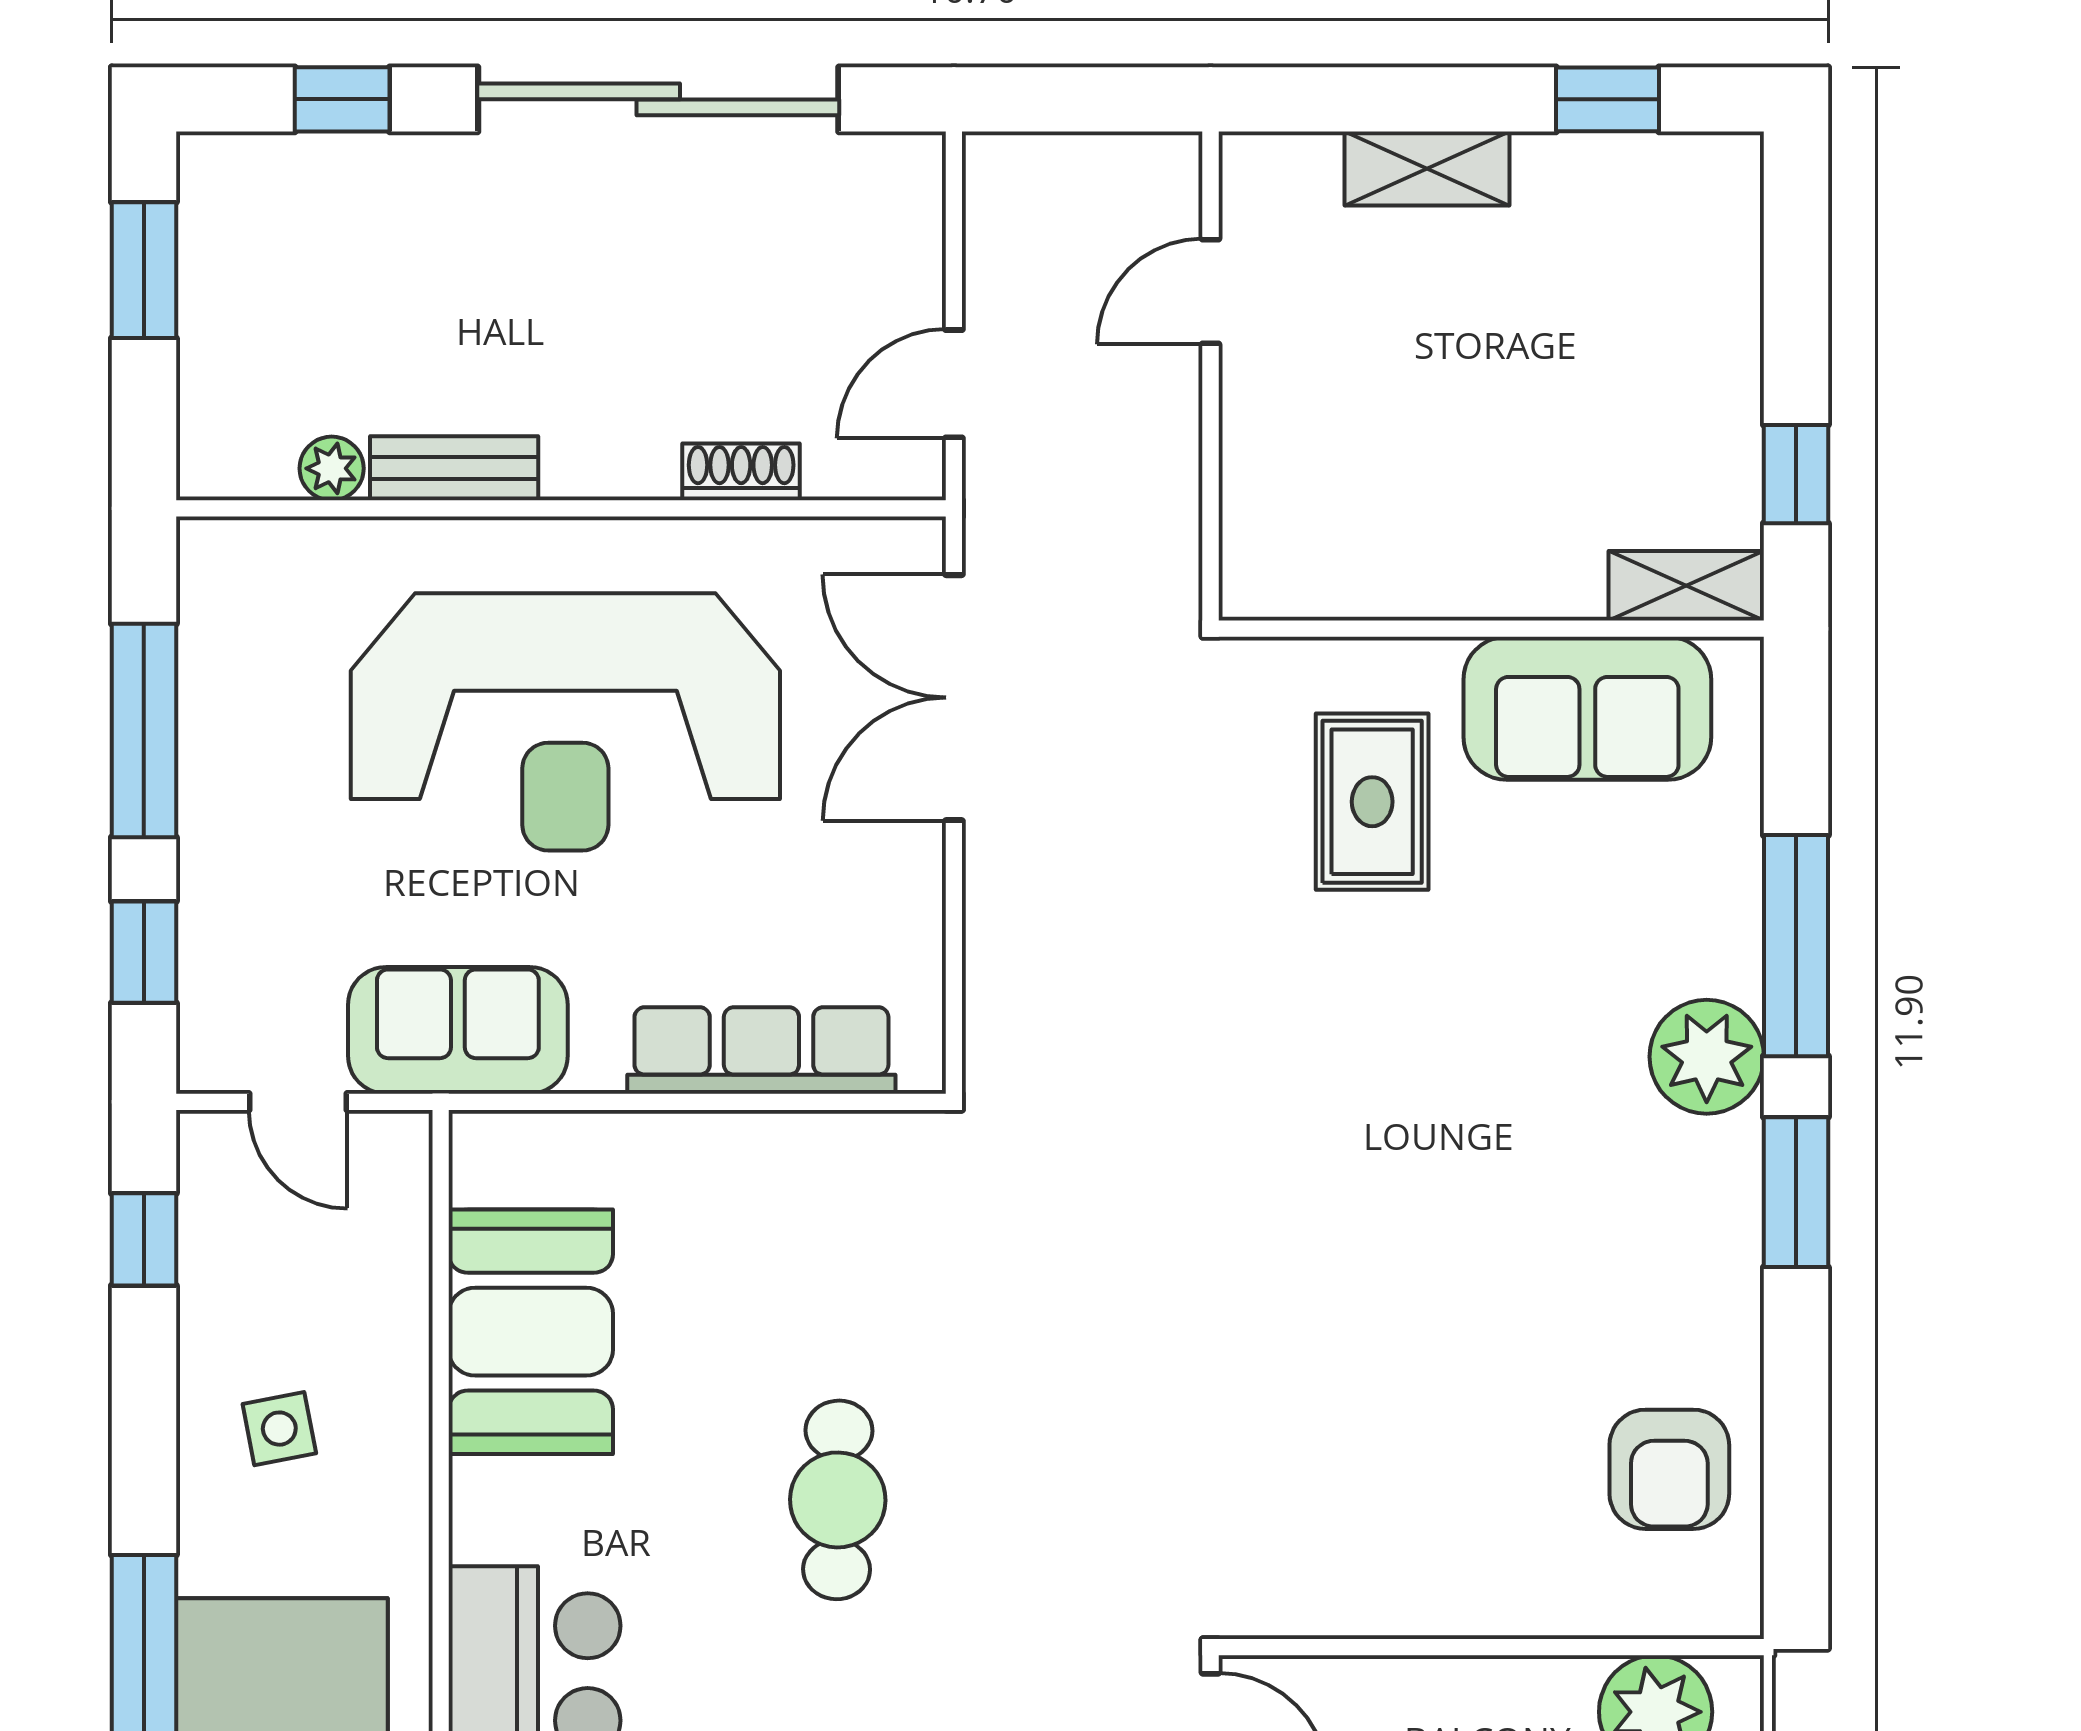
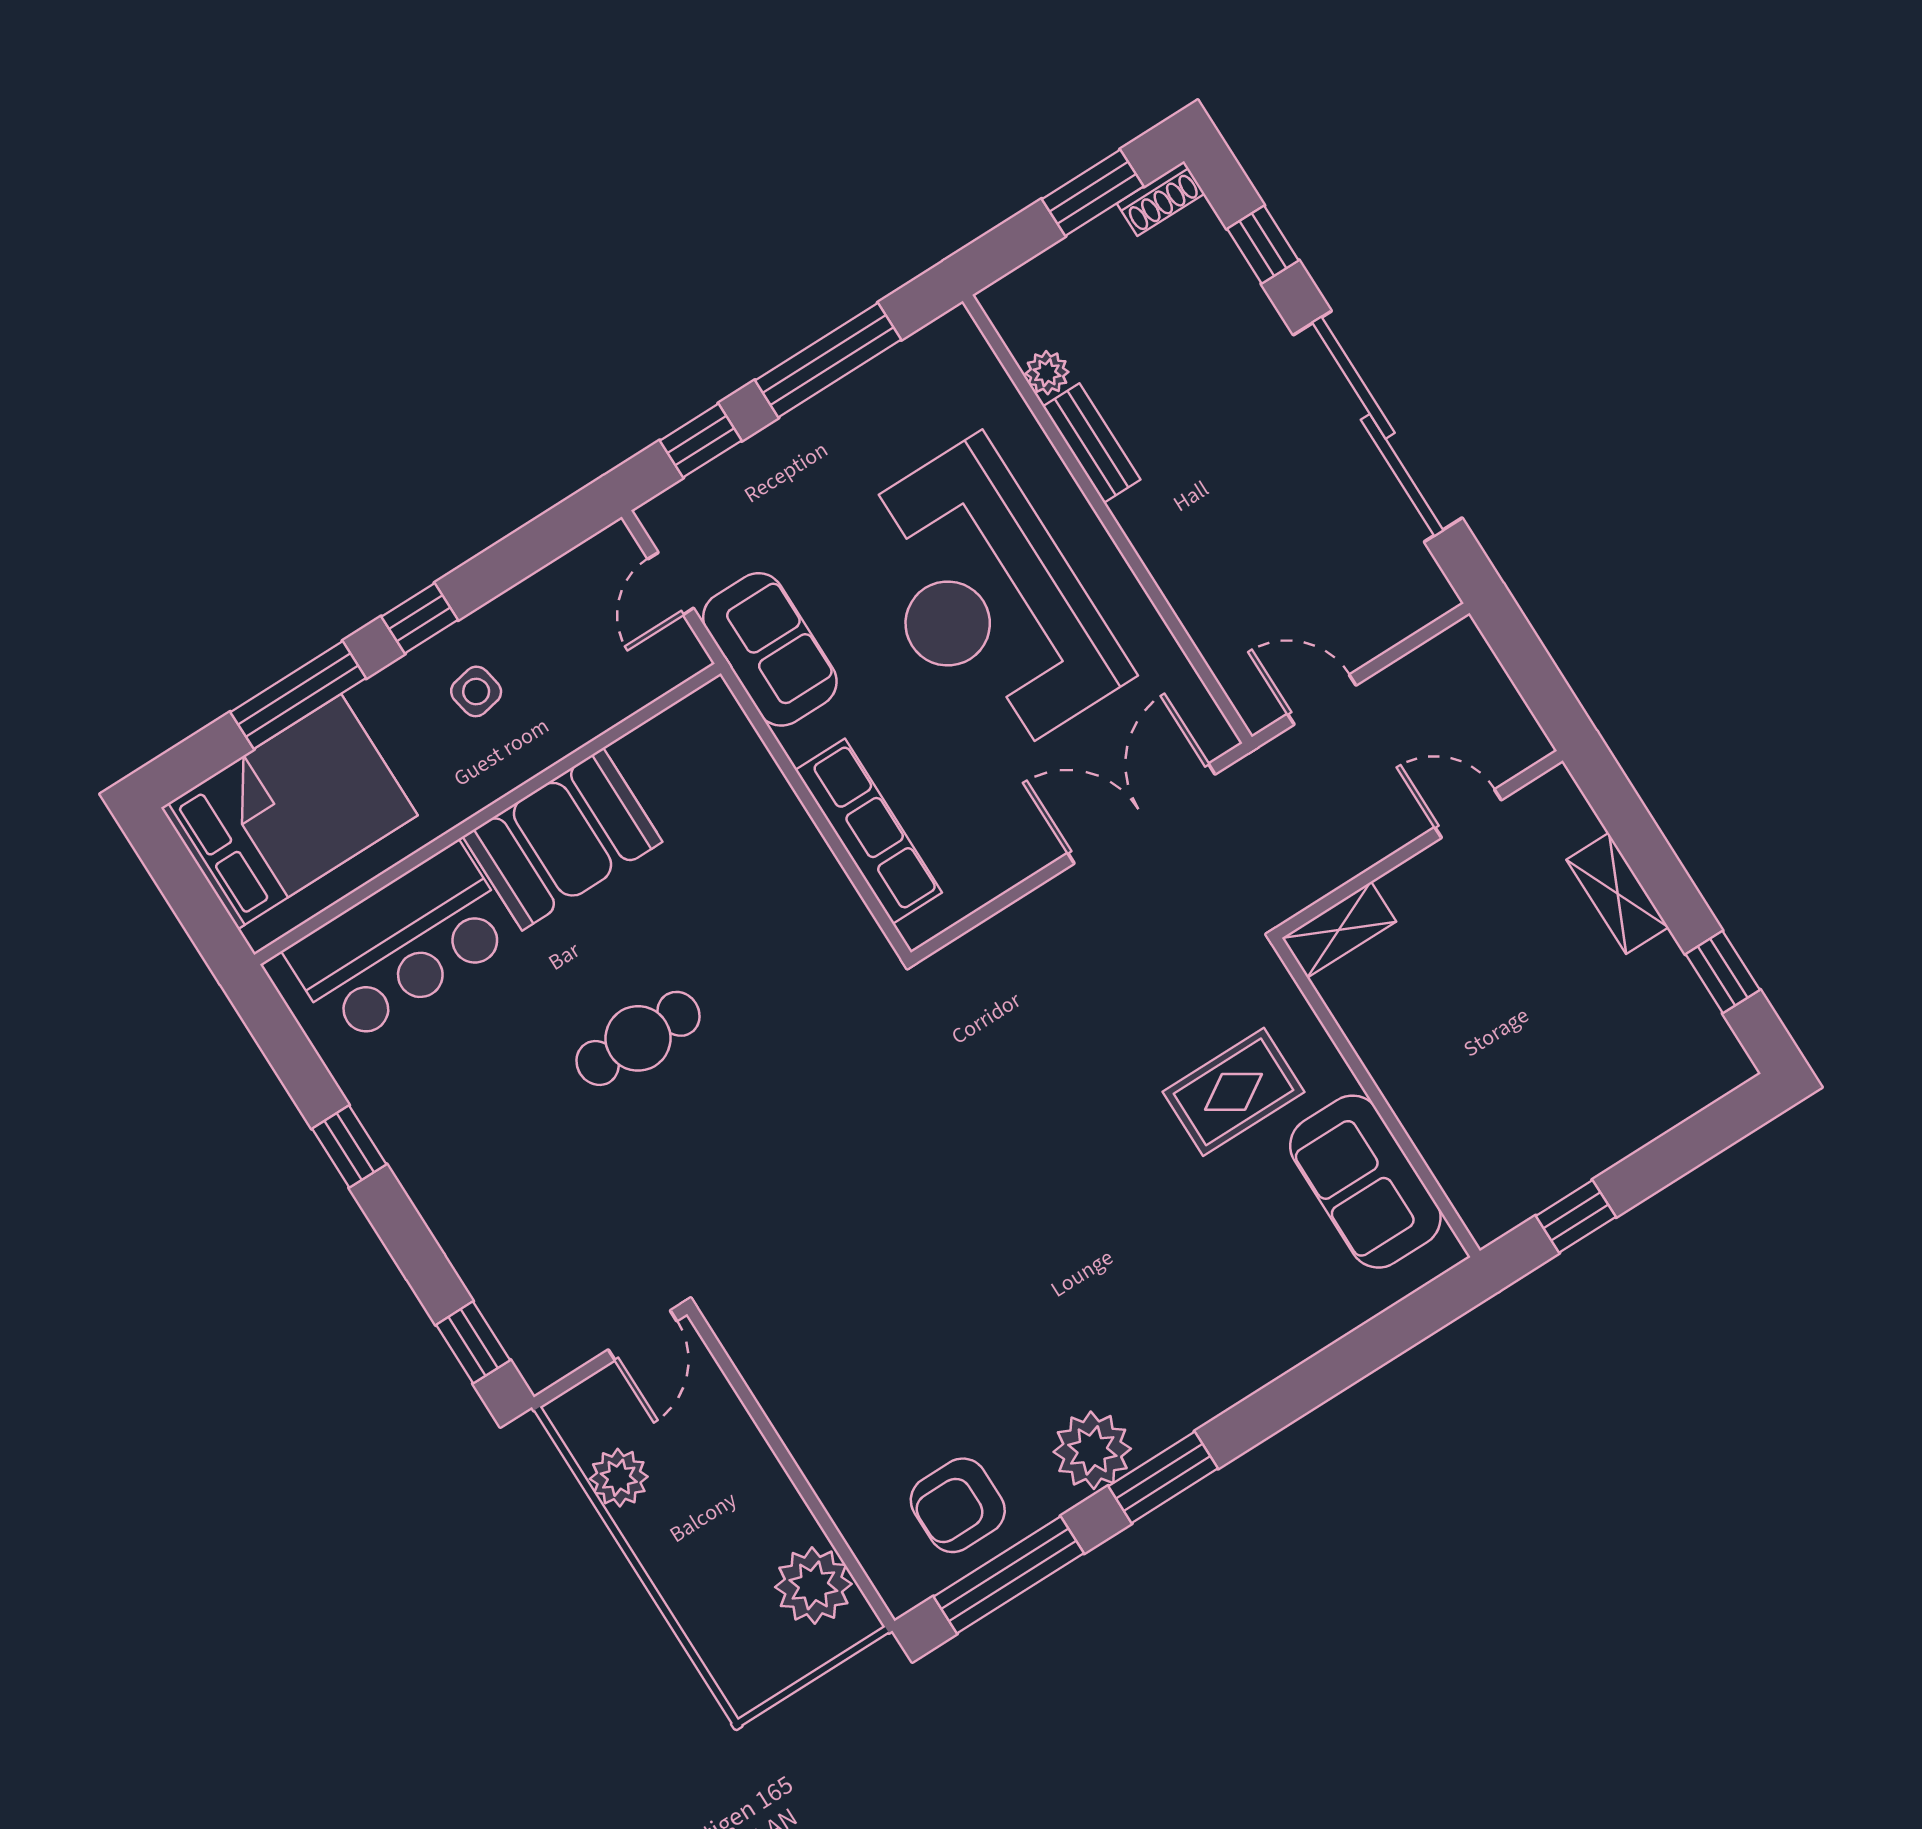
shoe rack: (741, 472) -> (1161, 198), moved, turned 90
shelving: (1686, 586) -> (1339, 930), moved, turned 90
window: (1796, 946) -> (1009, 1575), moved
plant: (1707, 1057) -> (1092, 1450), moved
window: (144, 1239) -> (420, 618), moved
booth: (531, 1332) -> (563, 839), moved

